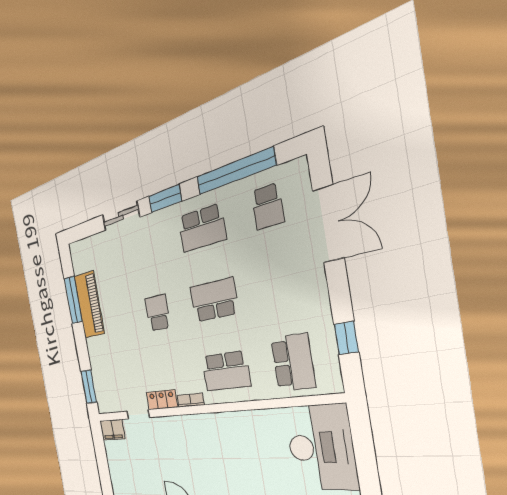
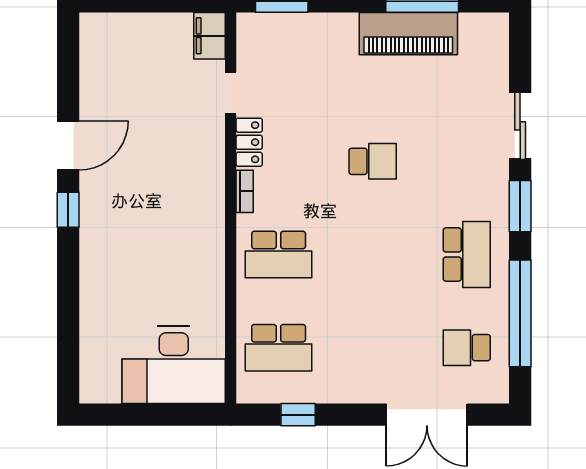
school desk: (202, 228) -> (467, 255), turned 180
school desk: (214, 300) -> (373, 255), removed
school desk: (226, 371) -> (279, 255), turned -90

